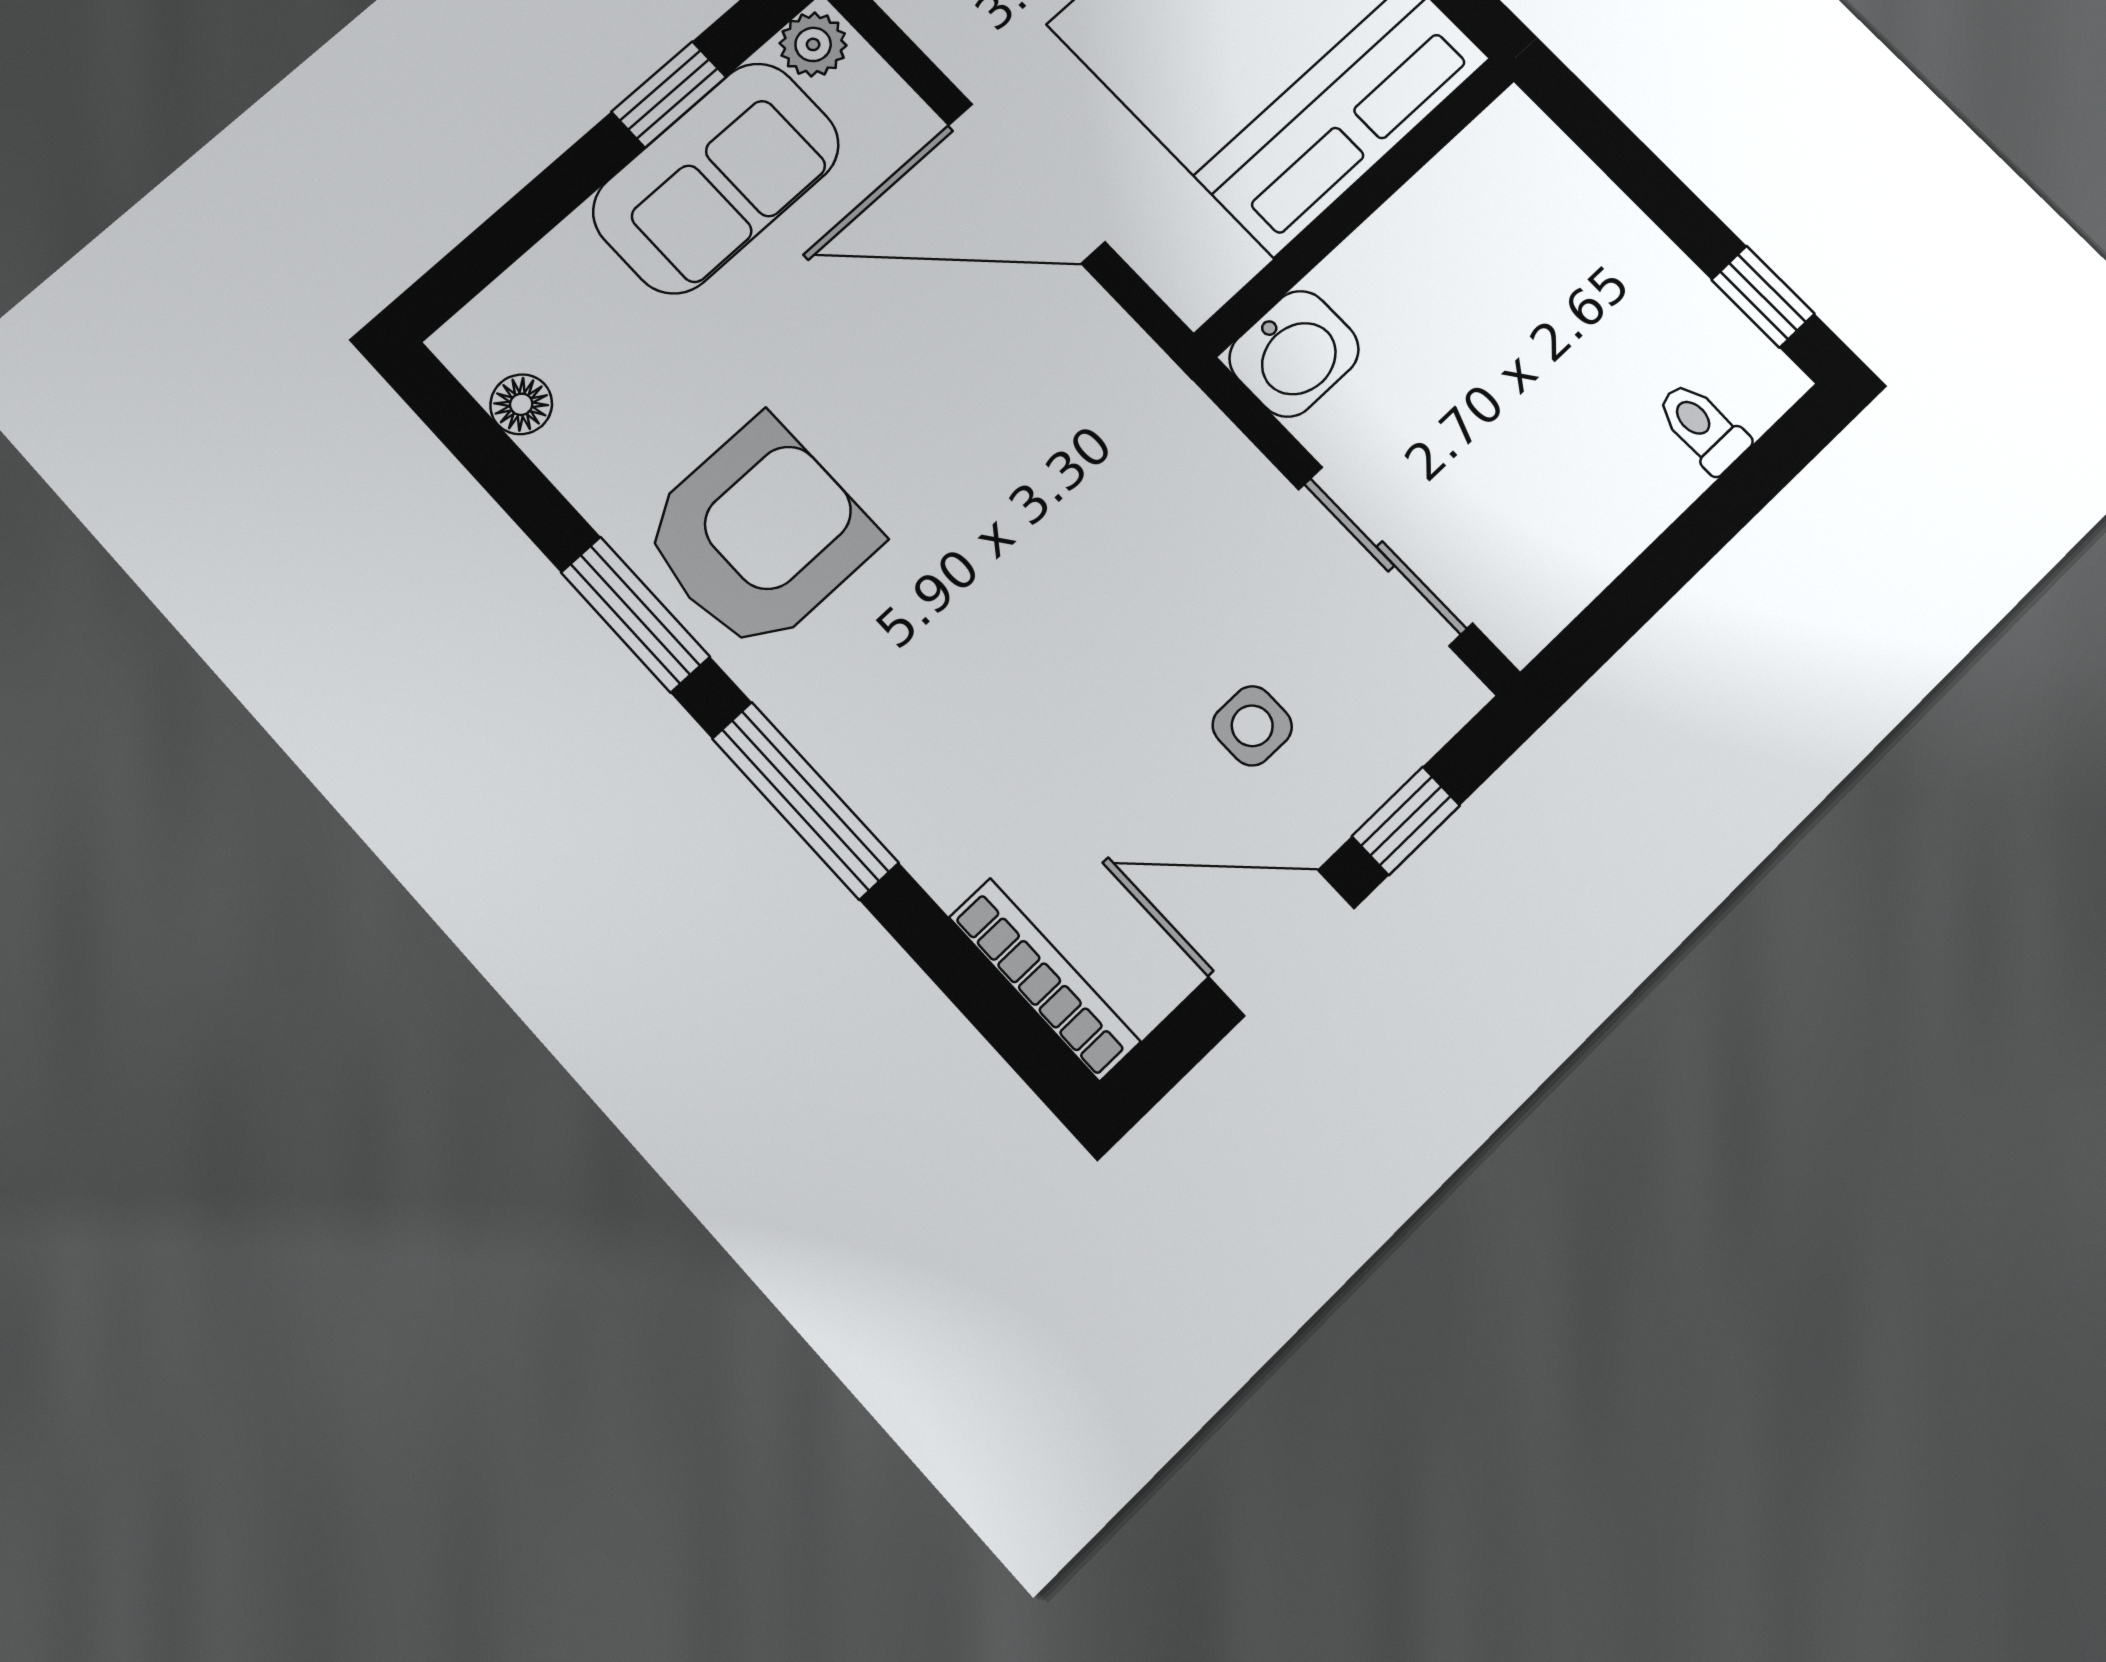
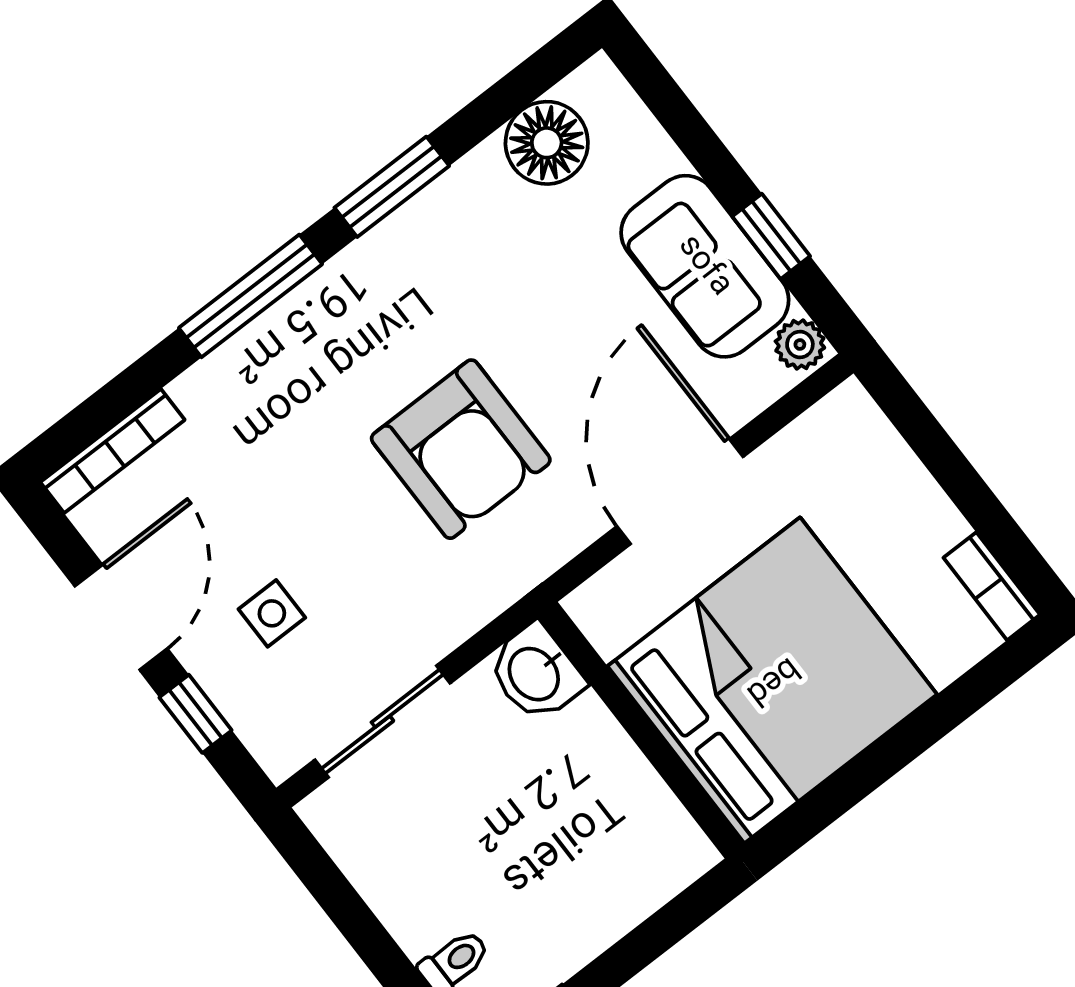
floor lamp: (521, 404) -> (547, 143), width x1.89, depth x1.89
armchair: (759, 535) -> (461, 449), moved

